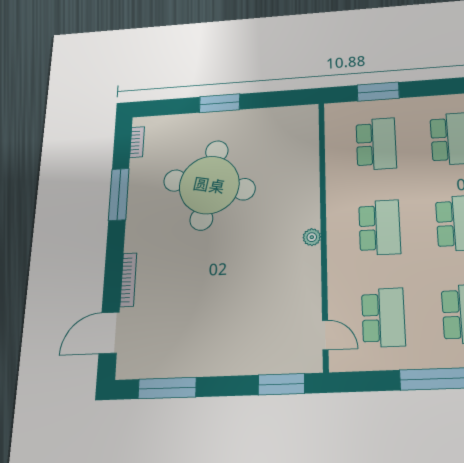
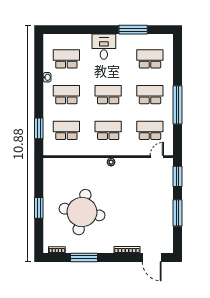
window: (167, 388) -> (178, 213), moved

